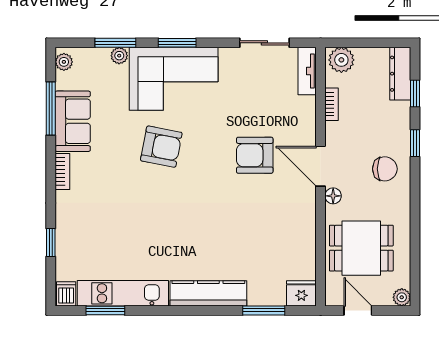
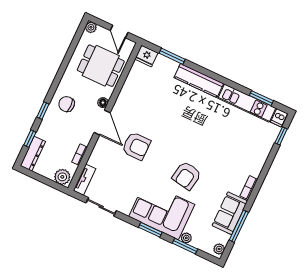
armchair: (161, 147) -> (187, 176), turned -91
window: (51, 243) -> (281, 136), moved

